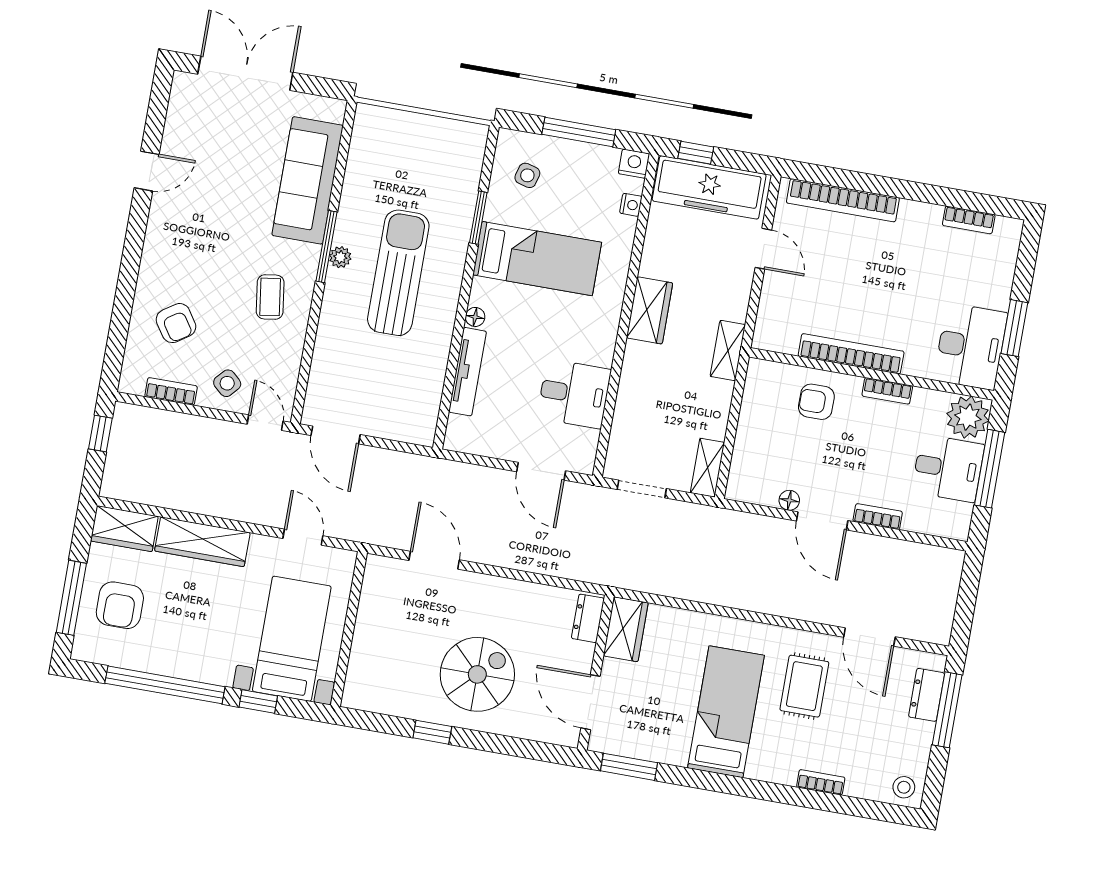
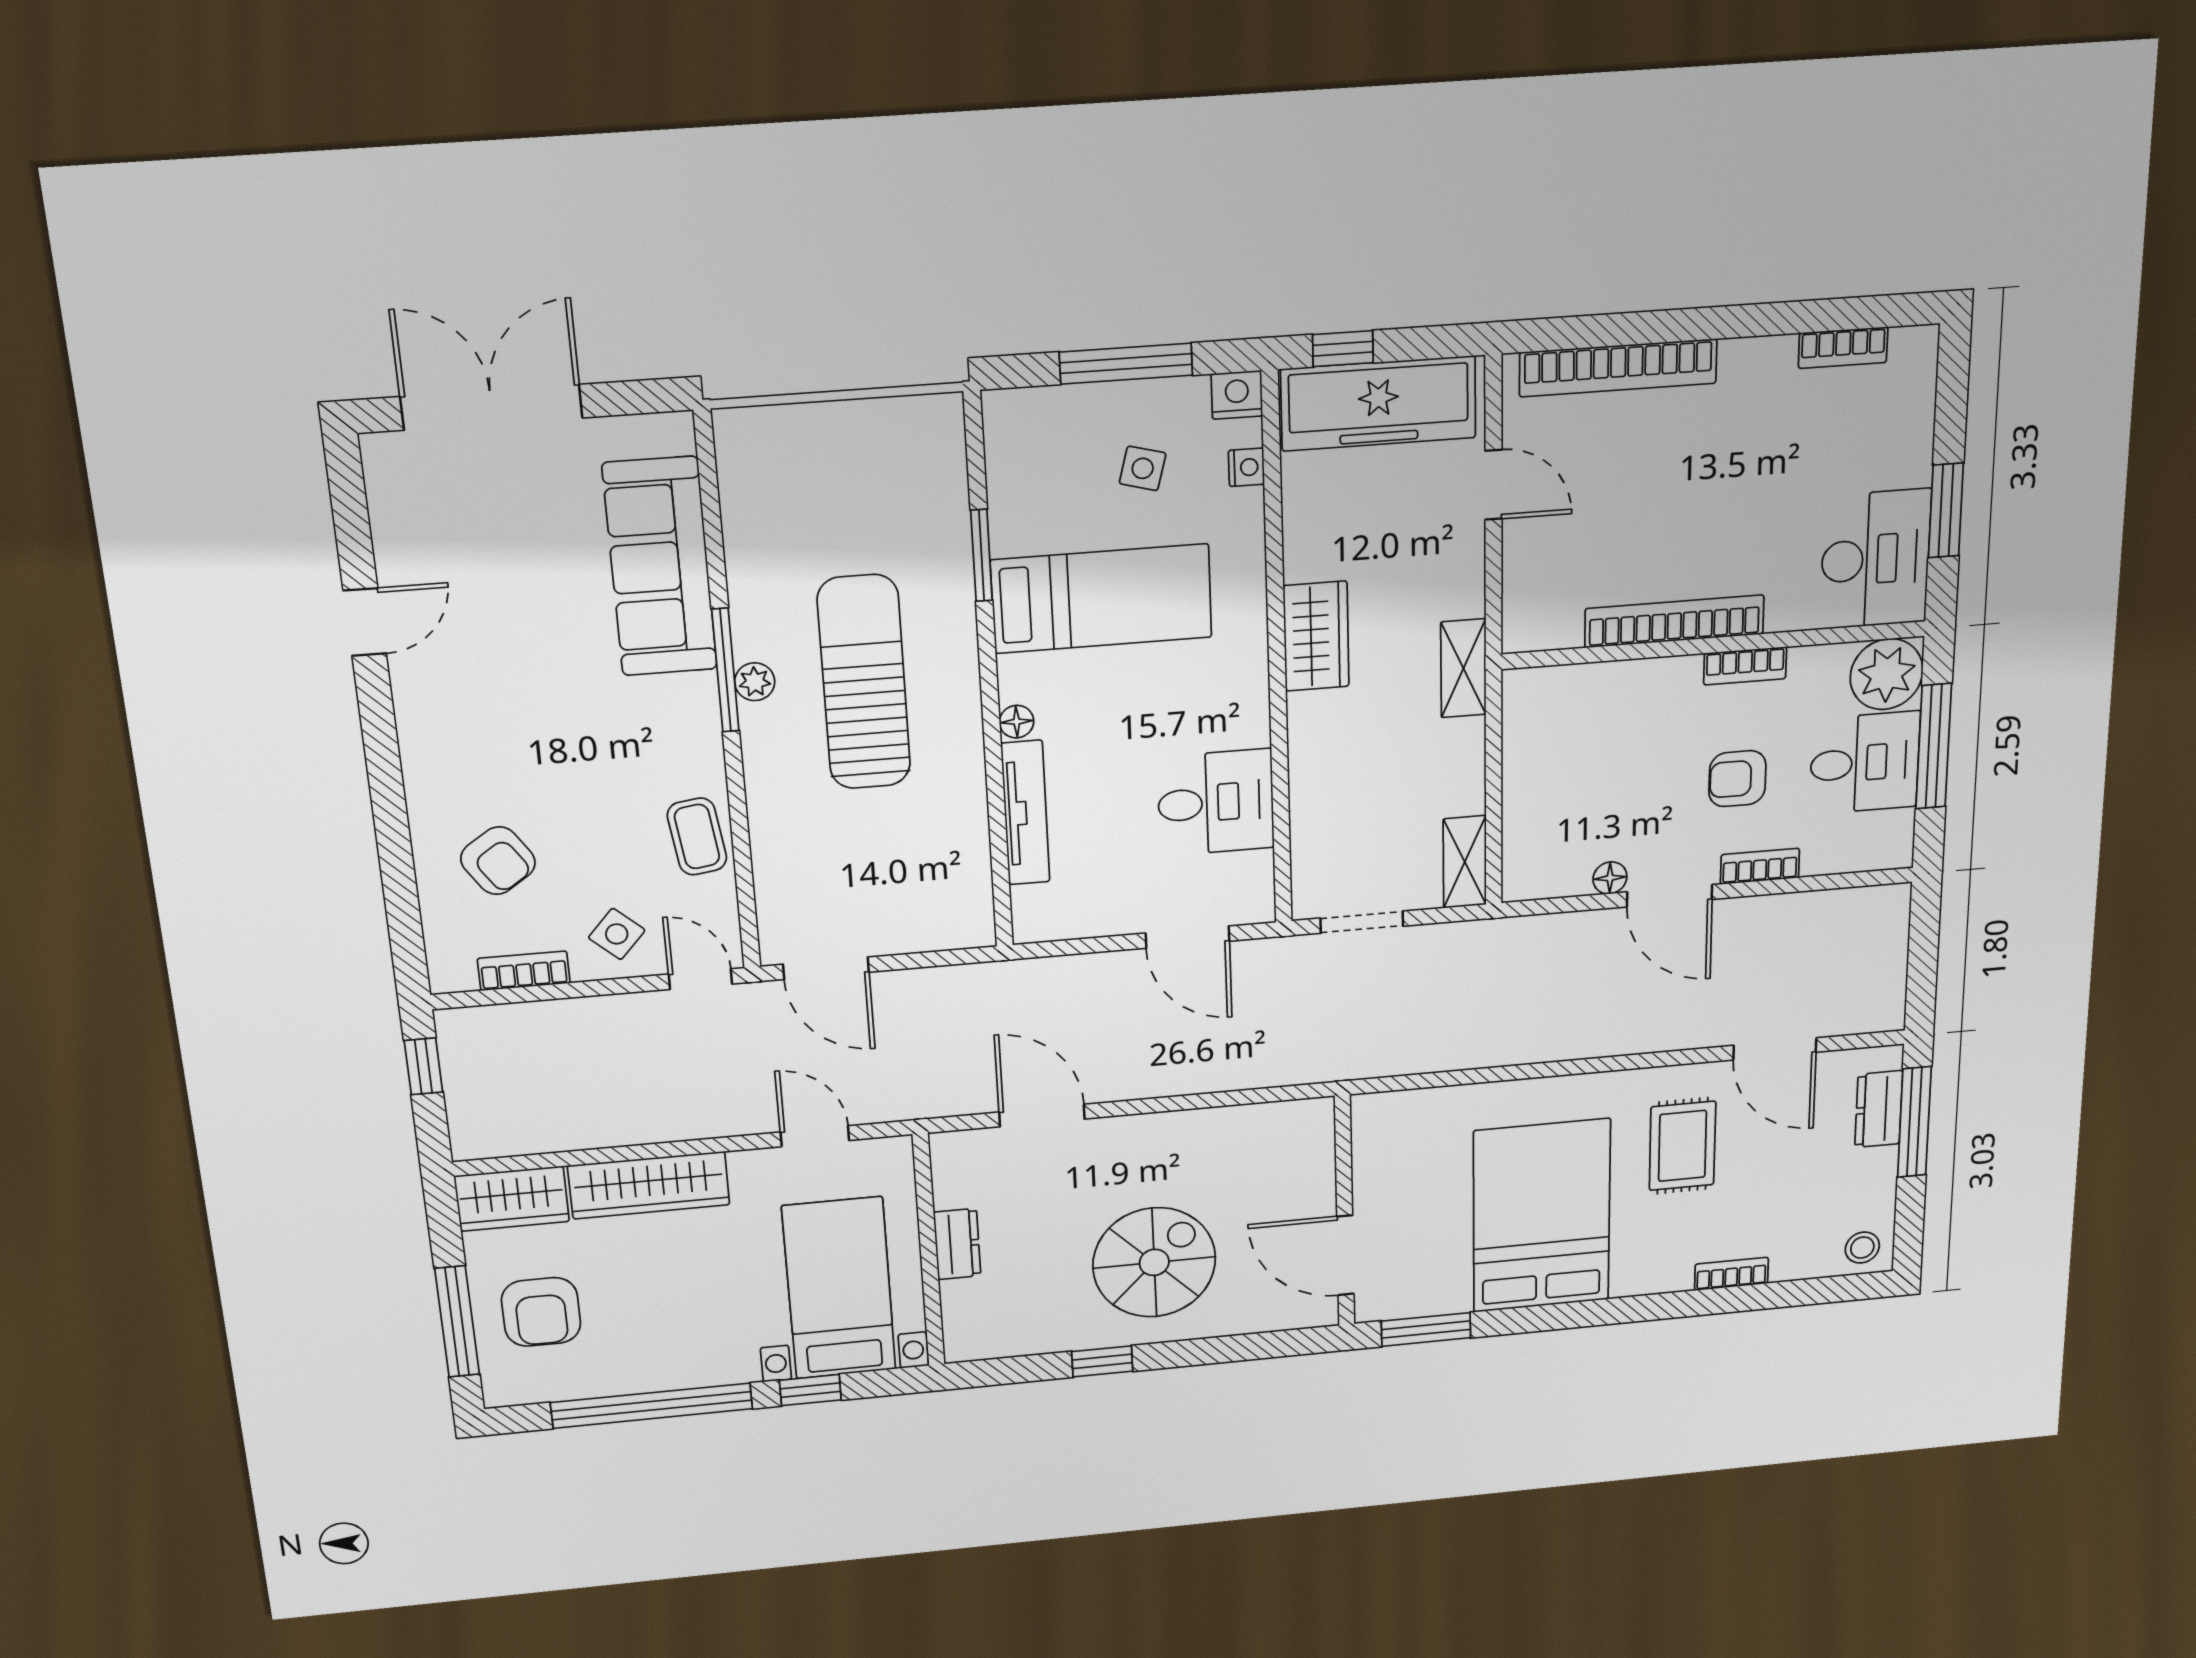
side table: (527, 175) -> (1143, 468), moved
coffee table: (270, 297) -> (697, 836), moved
armchair: (816, 402) -> (1737, 779), moved
dresser: (588, 618) -> (957, 1244), moved, turned 180
wardrobe: (626, 629) -> (1379, 1137), removed
bed: (726, 712) -> (1542, 1216), width x1.50

